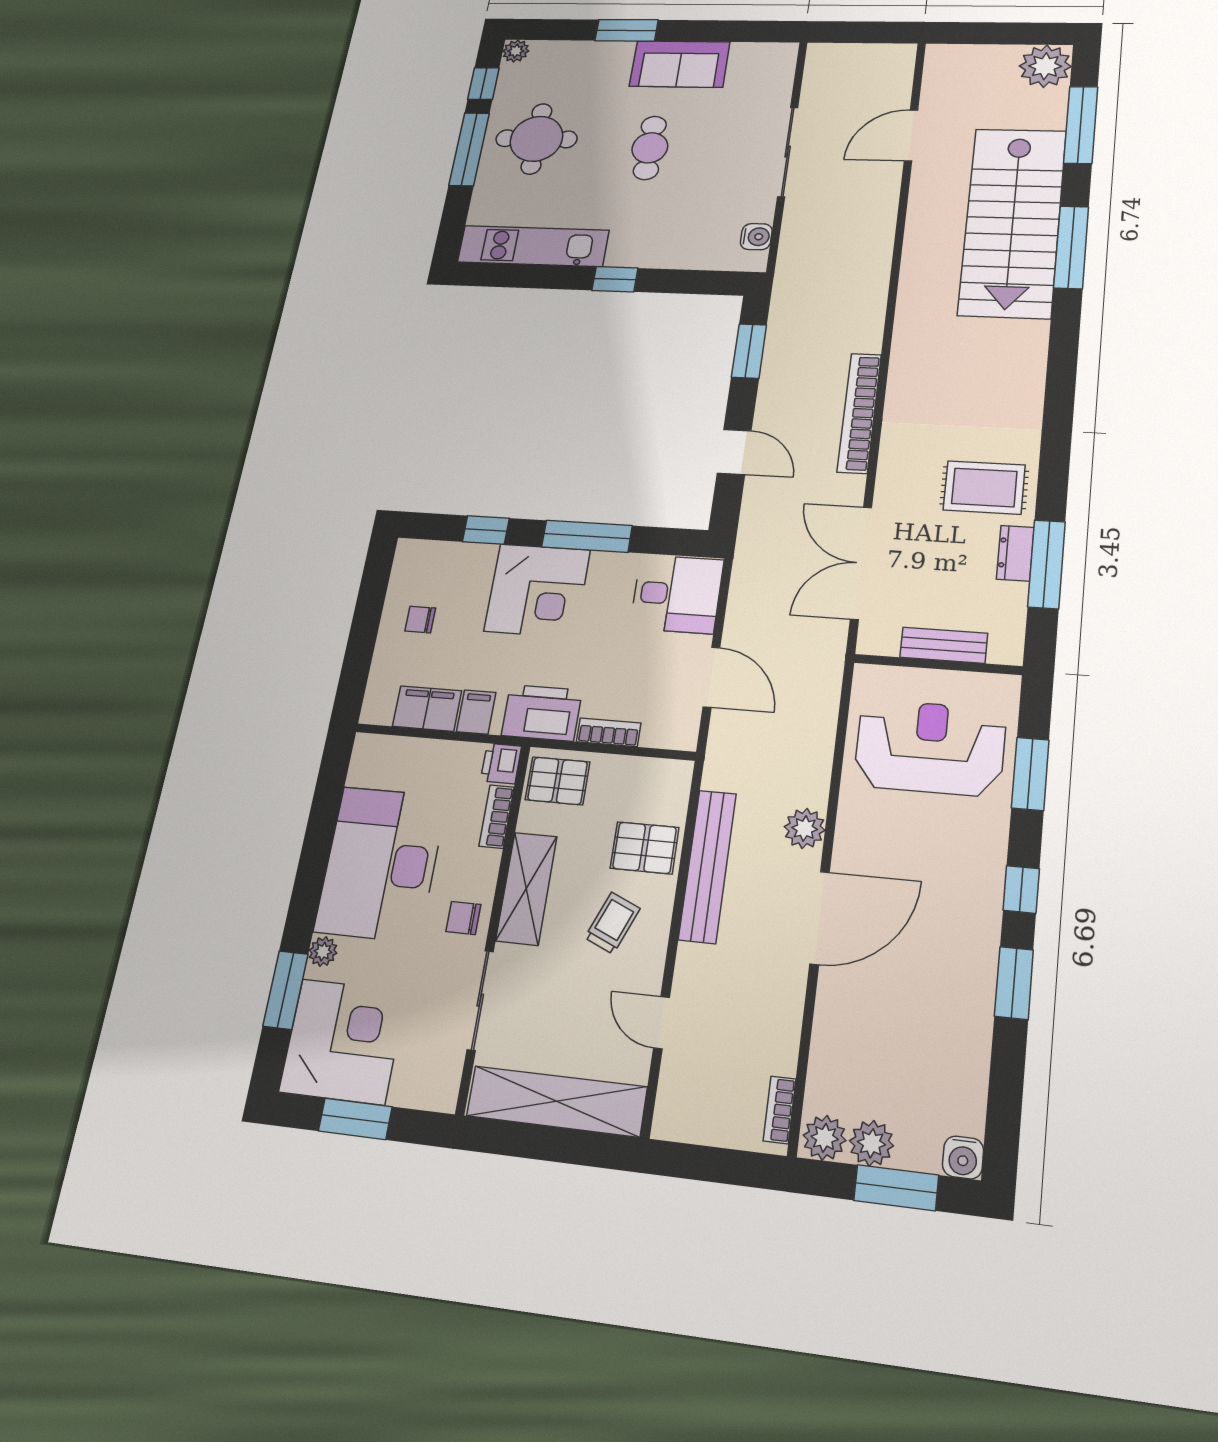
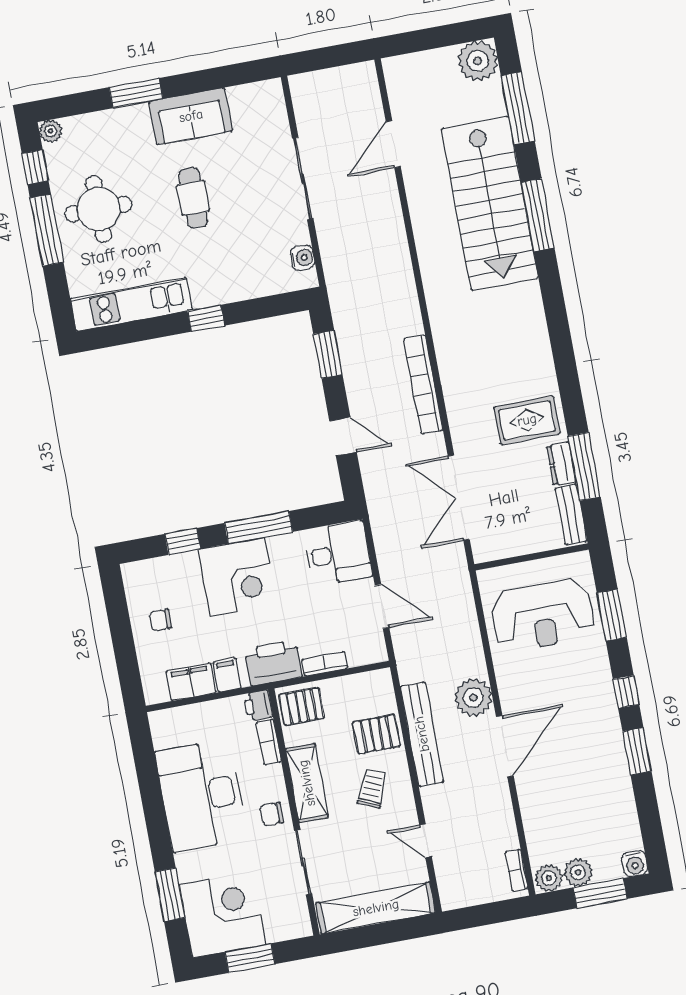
bench: (944, 645) -> (571, 515), moved, turned 90
reception desk: (930, 748) -> (543, 615), turned 180
plant: (805, 828) -> (473, 698), width x1.36, depth x1.36
plant: (323, 952) -> (185, 863), removed

